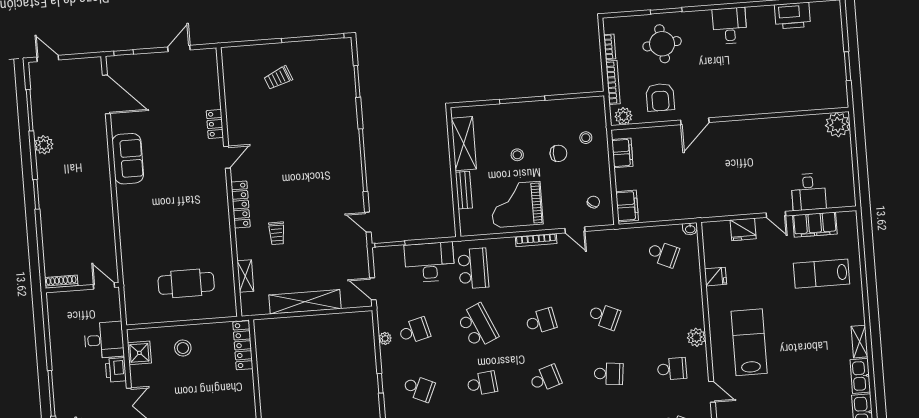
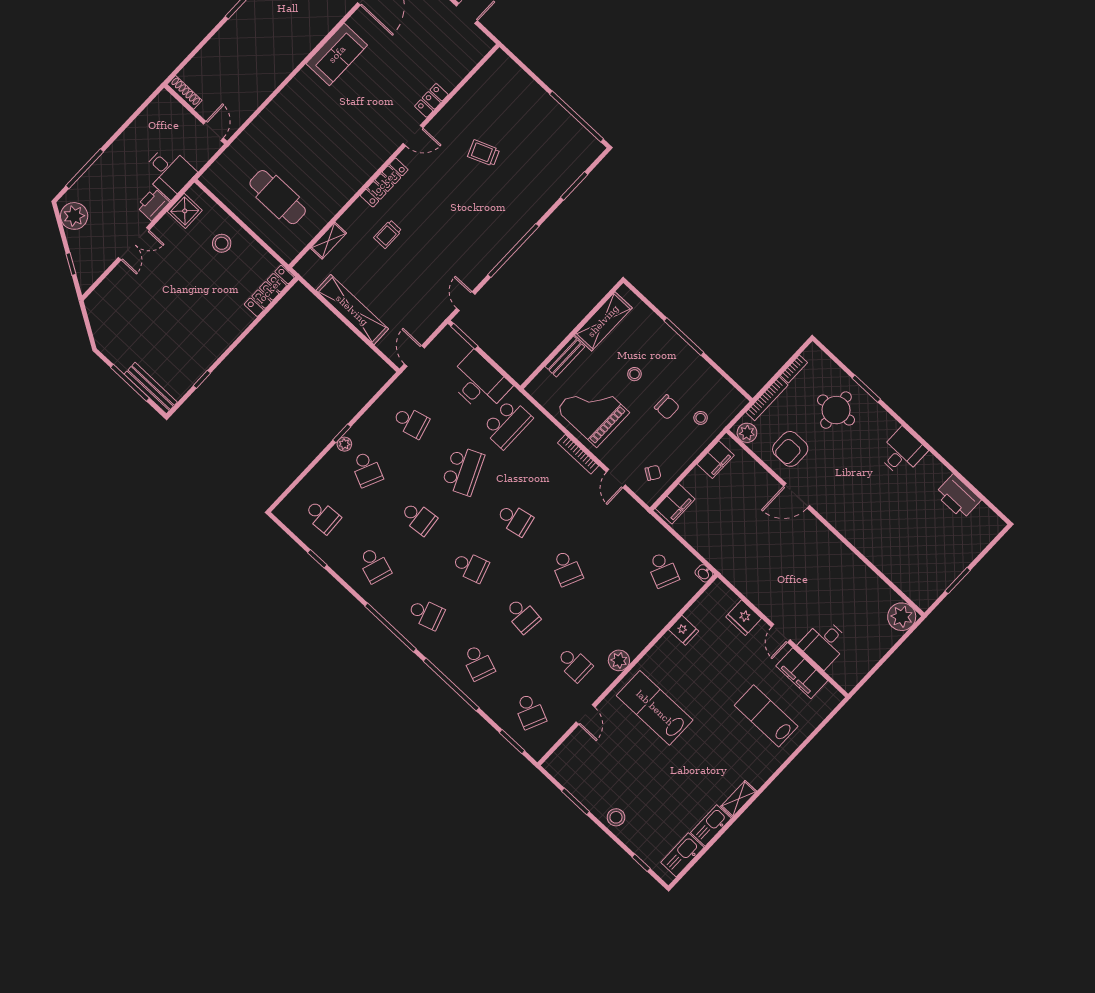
trolley: (278, 78) -> (484, 153), moved
plant: (385, 338) -> (344, 444), moved
lab bench: (749, 342) -> (655, 708), turned -90

